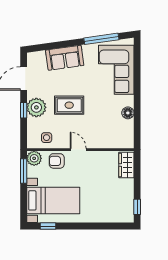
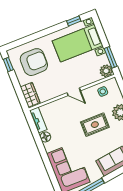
tv unit: (128, 134) -> (38, 120), added
armchair: (57, 161) -> (34, 62), moved, width x1.88, depth x1.88

